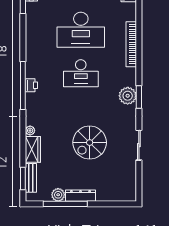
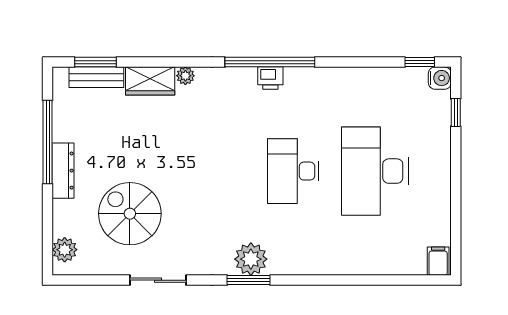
bookcase: (131, 44) -> (347, 266), removed
spiral stairs: (90, 143) -> (130, 214), moved
plant: (58, 195) -> (65, 250), moved

